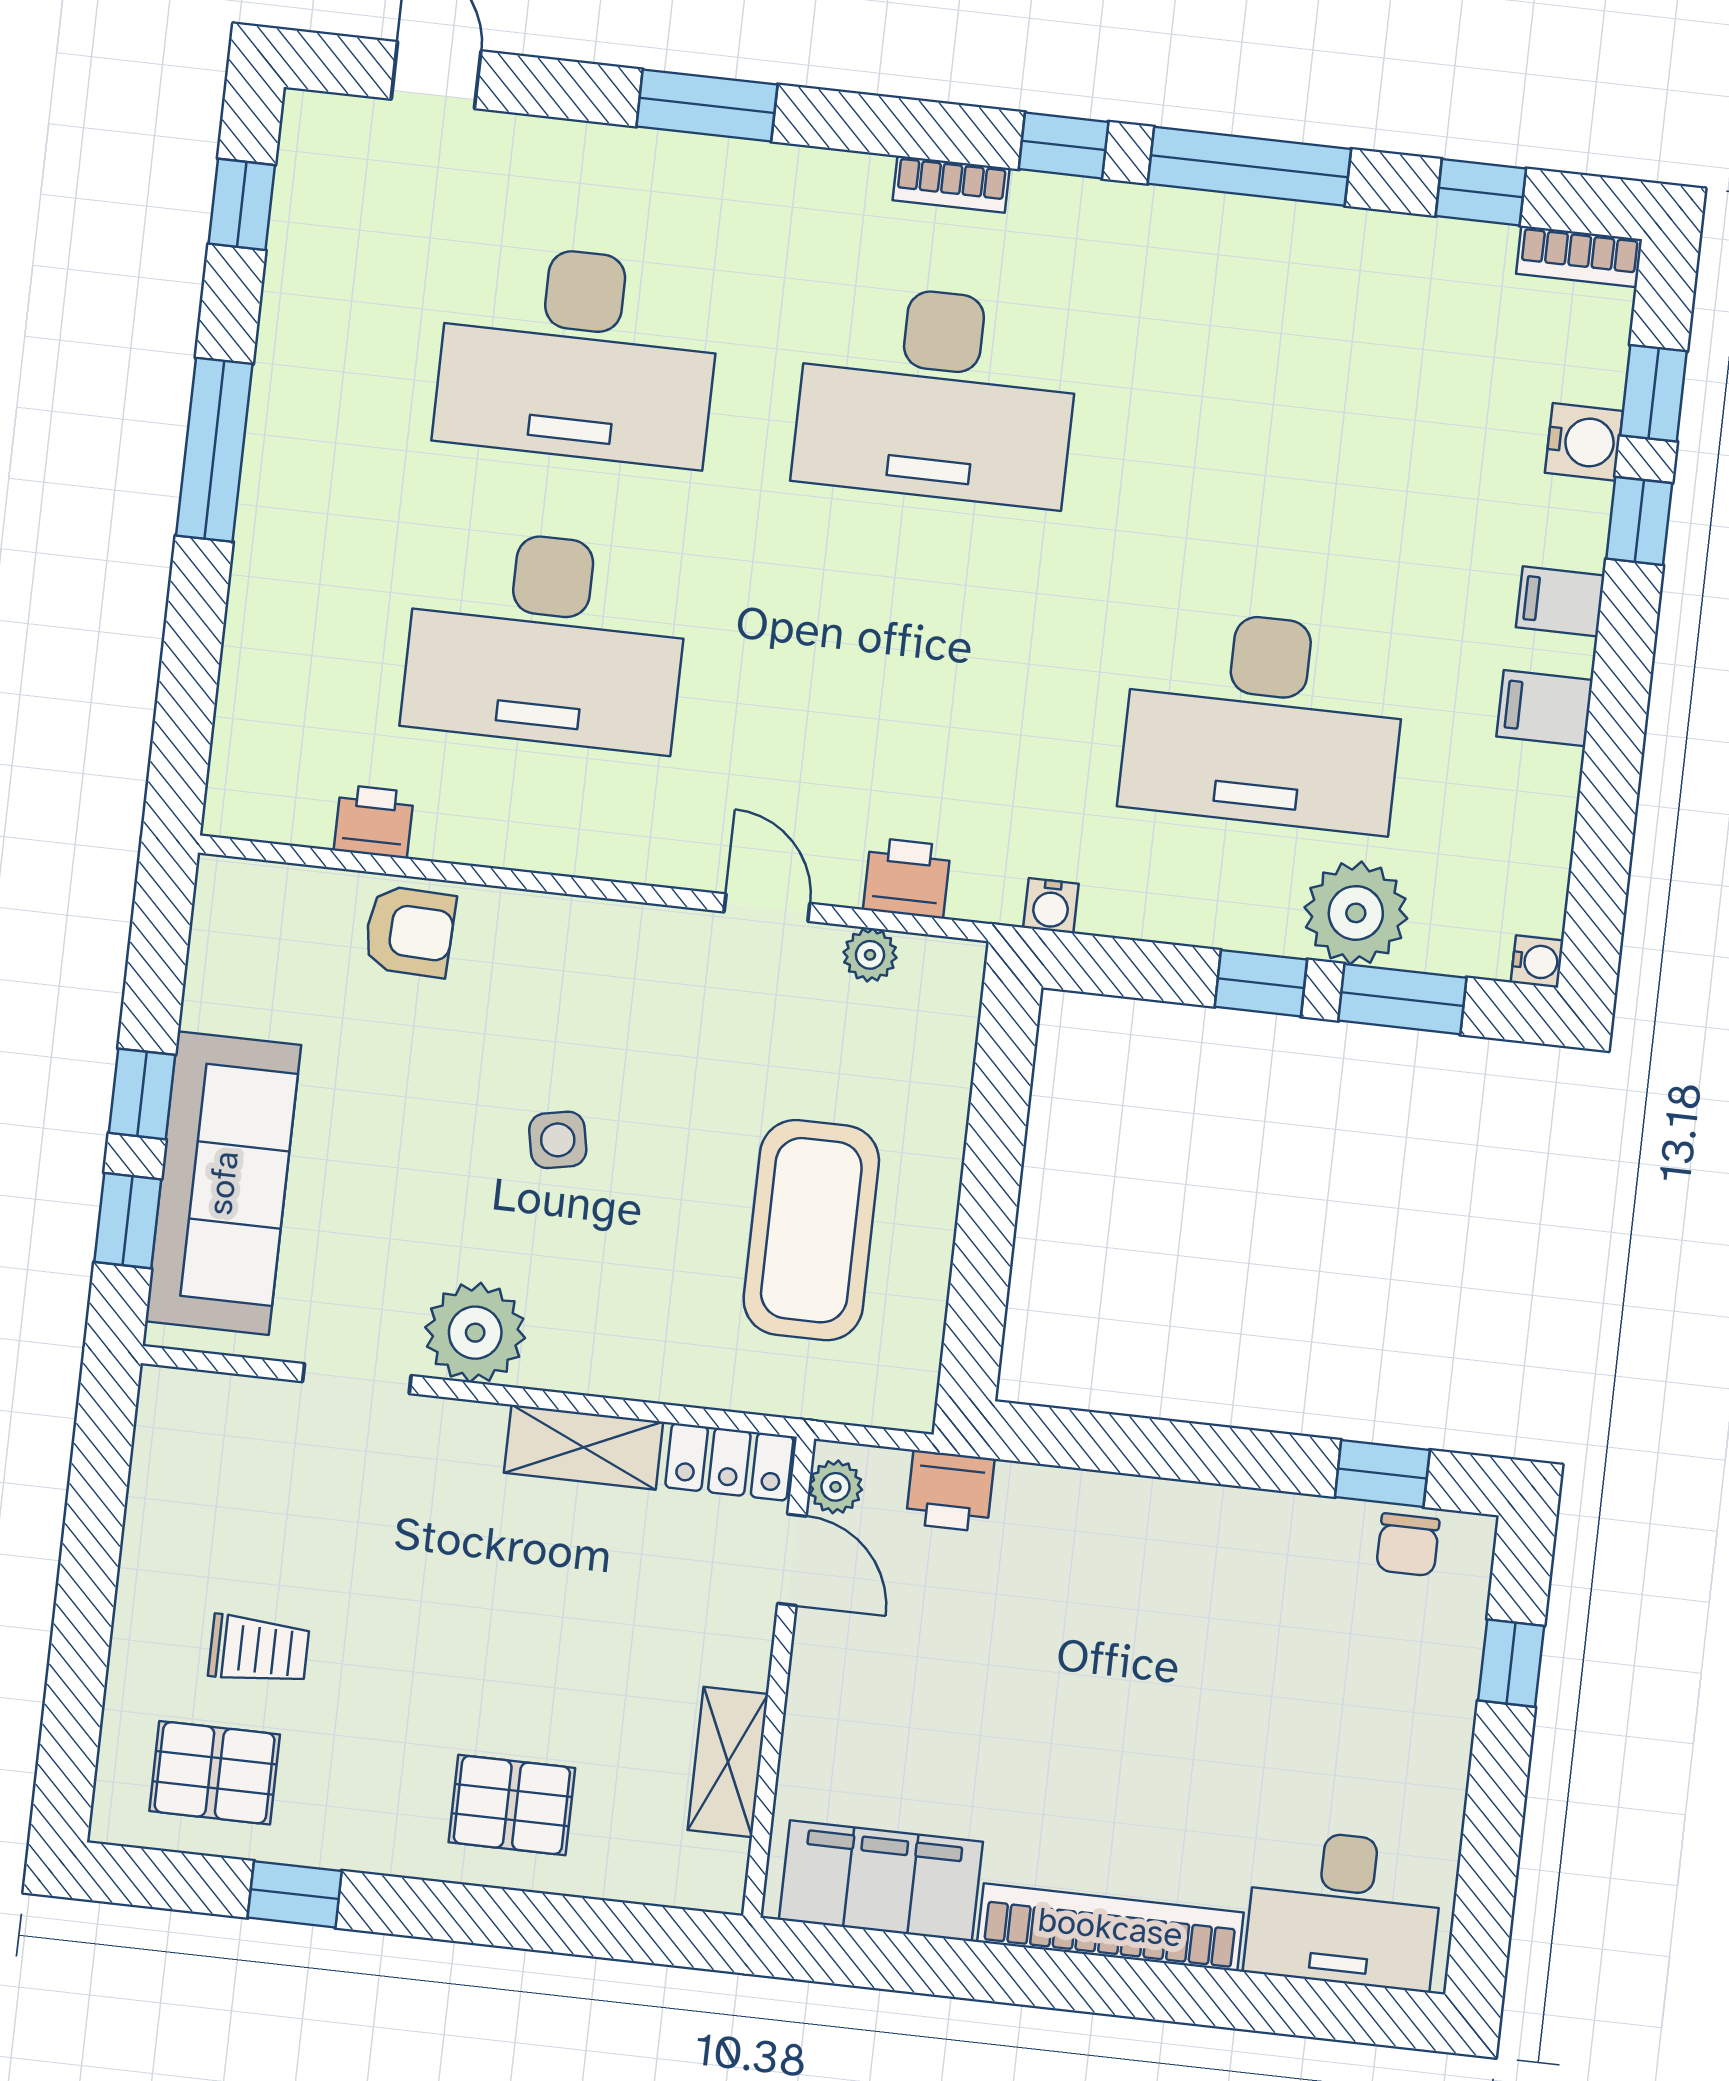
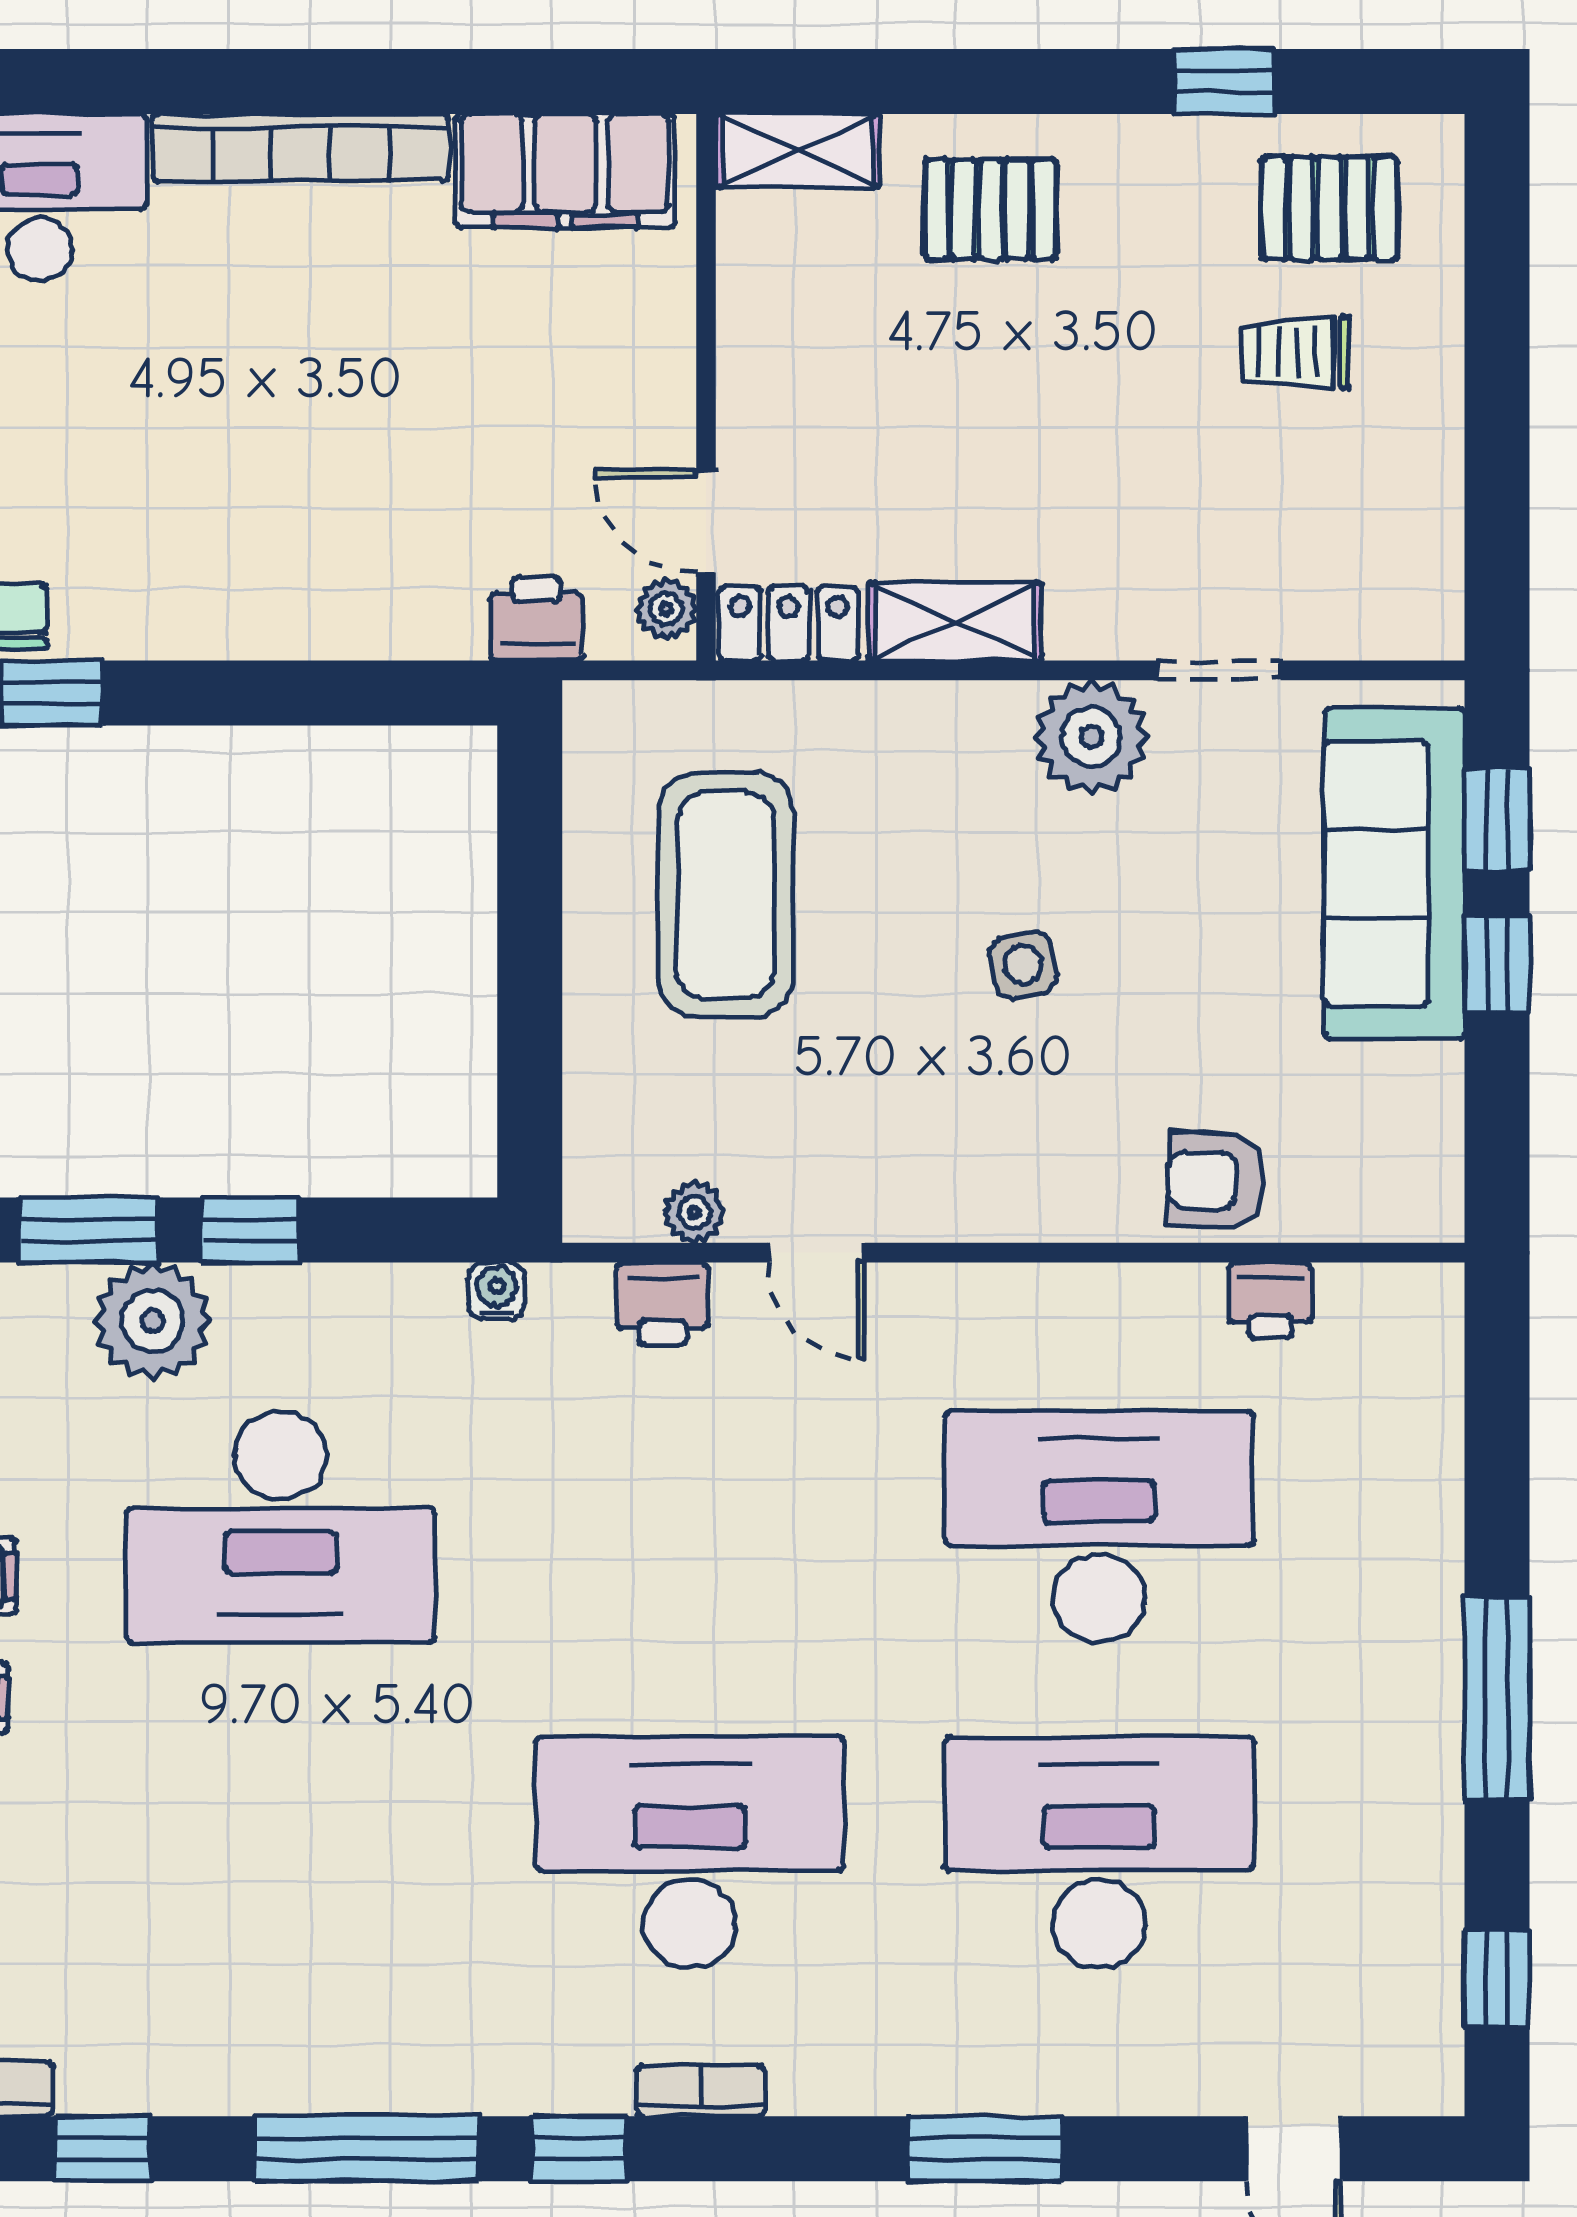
desk: (1264, 720) -> (281, 1527), turned 180
shelving: (728, 1762) -> (797, 151), moved, turned 90

